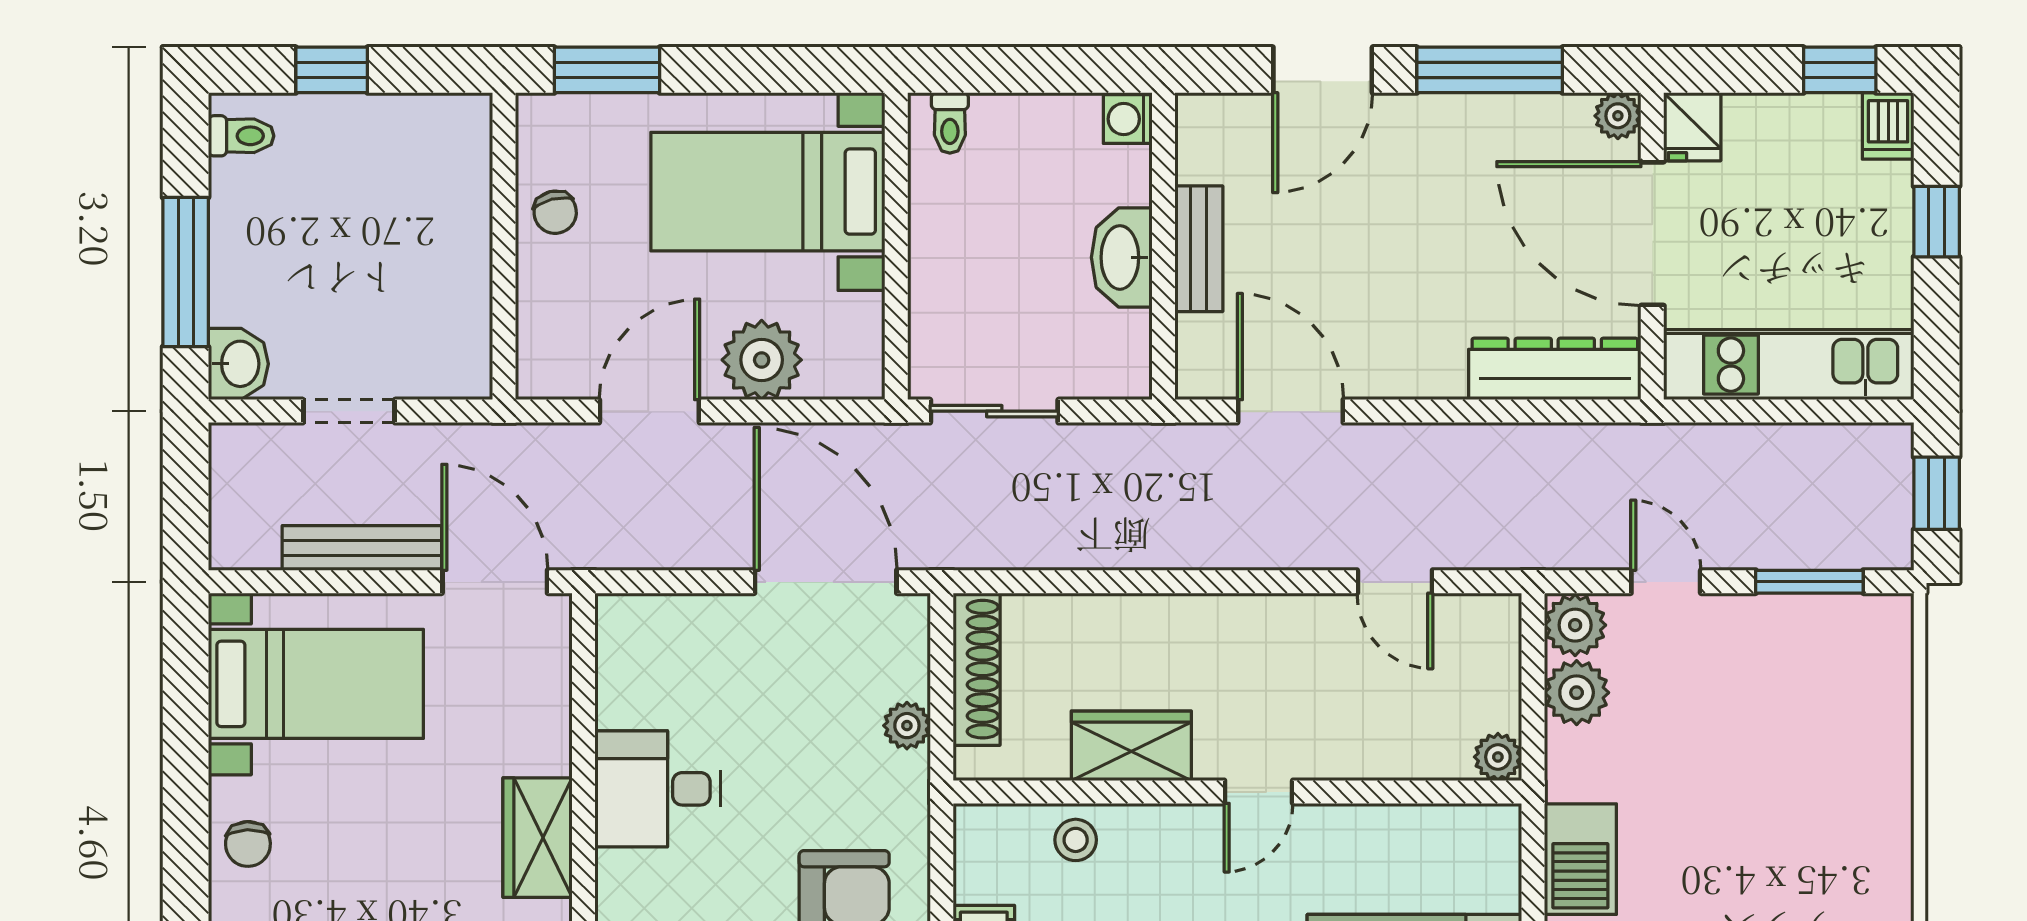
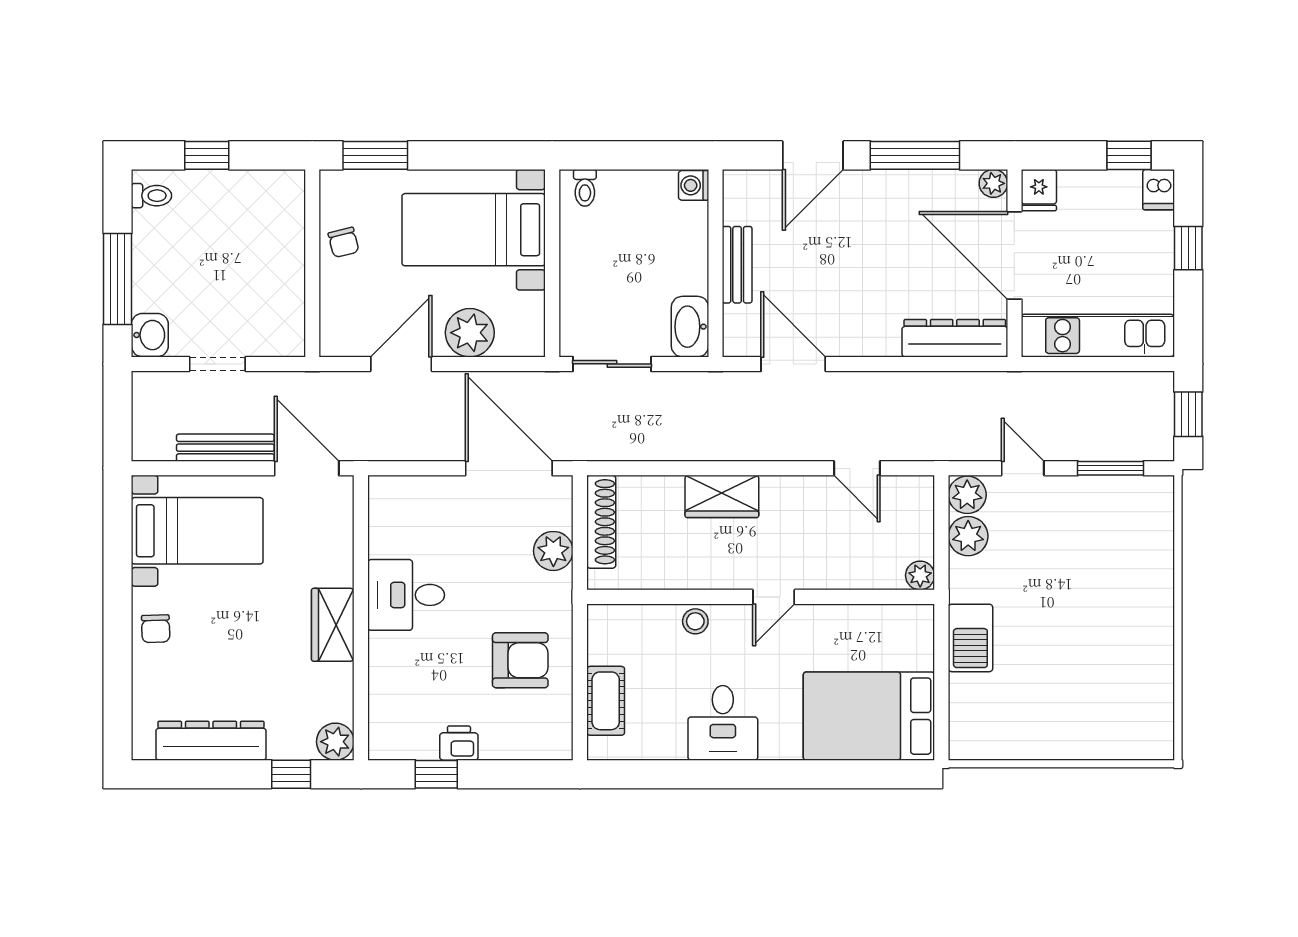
washbasin: (1122, 257) -> (690, 327), moved
plant: (907, 726) -> (553, 551), width x1.38, depth x1.38
wardrobe: (1131, 746) -> (722, 496), moved, turned 180
stool: (1076, 840) -> (695, 621), moved

